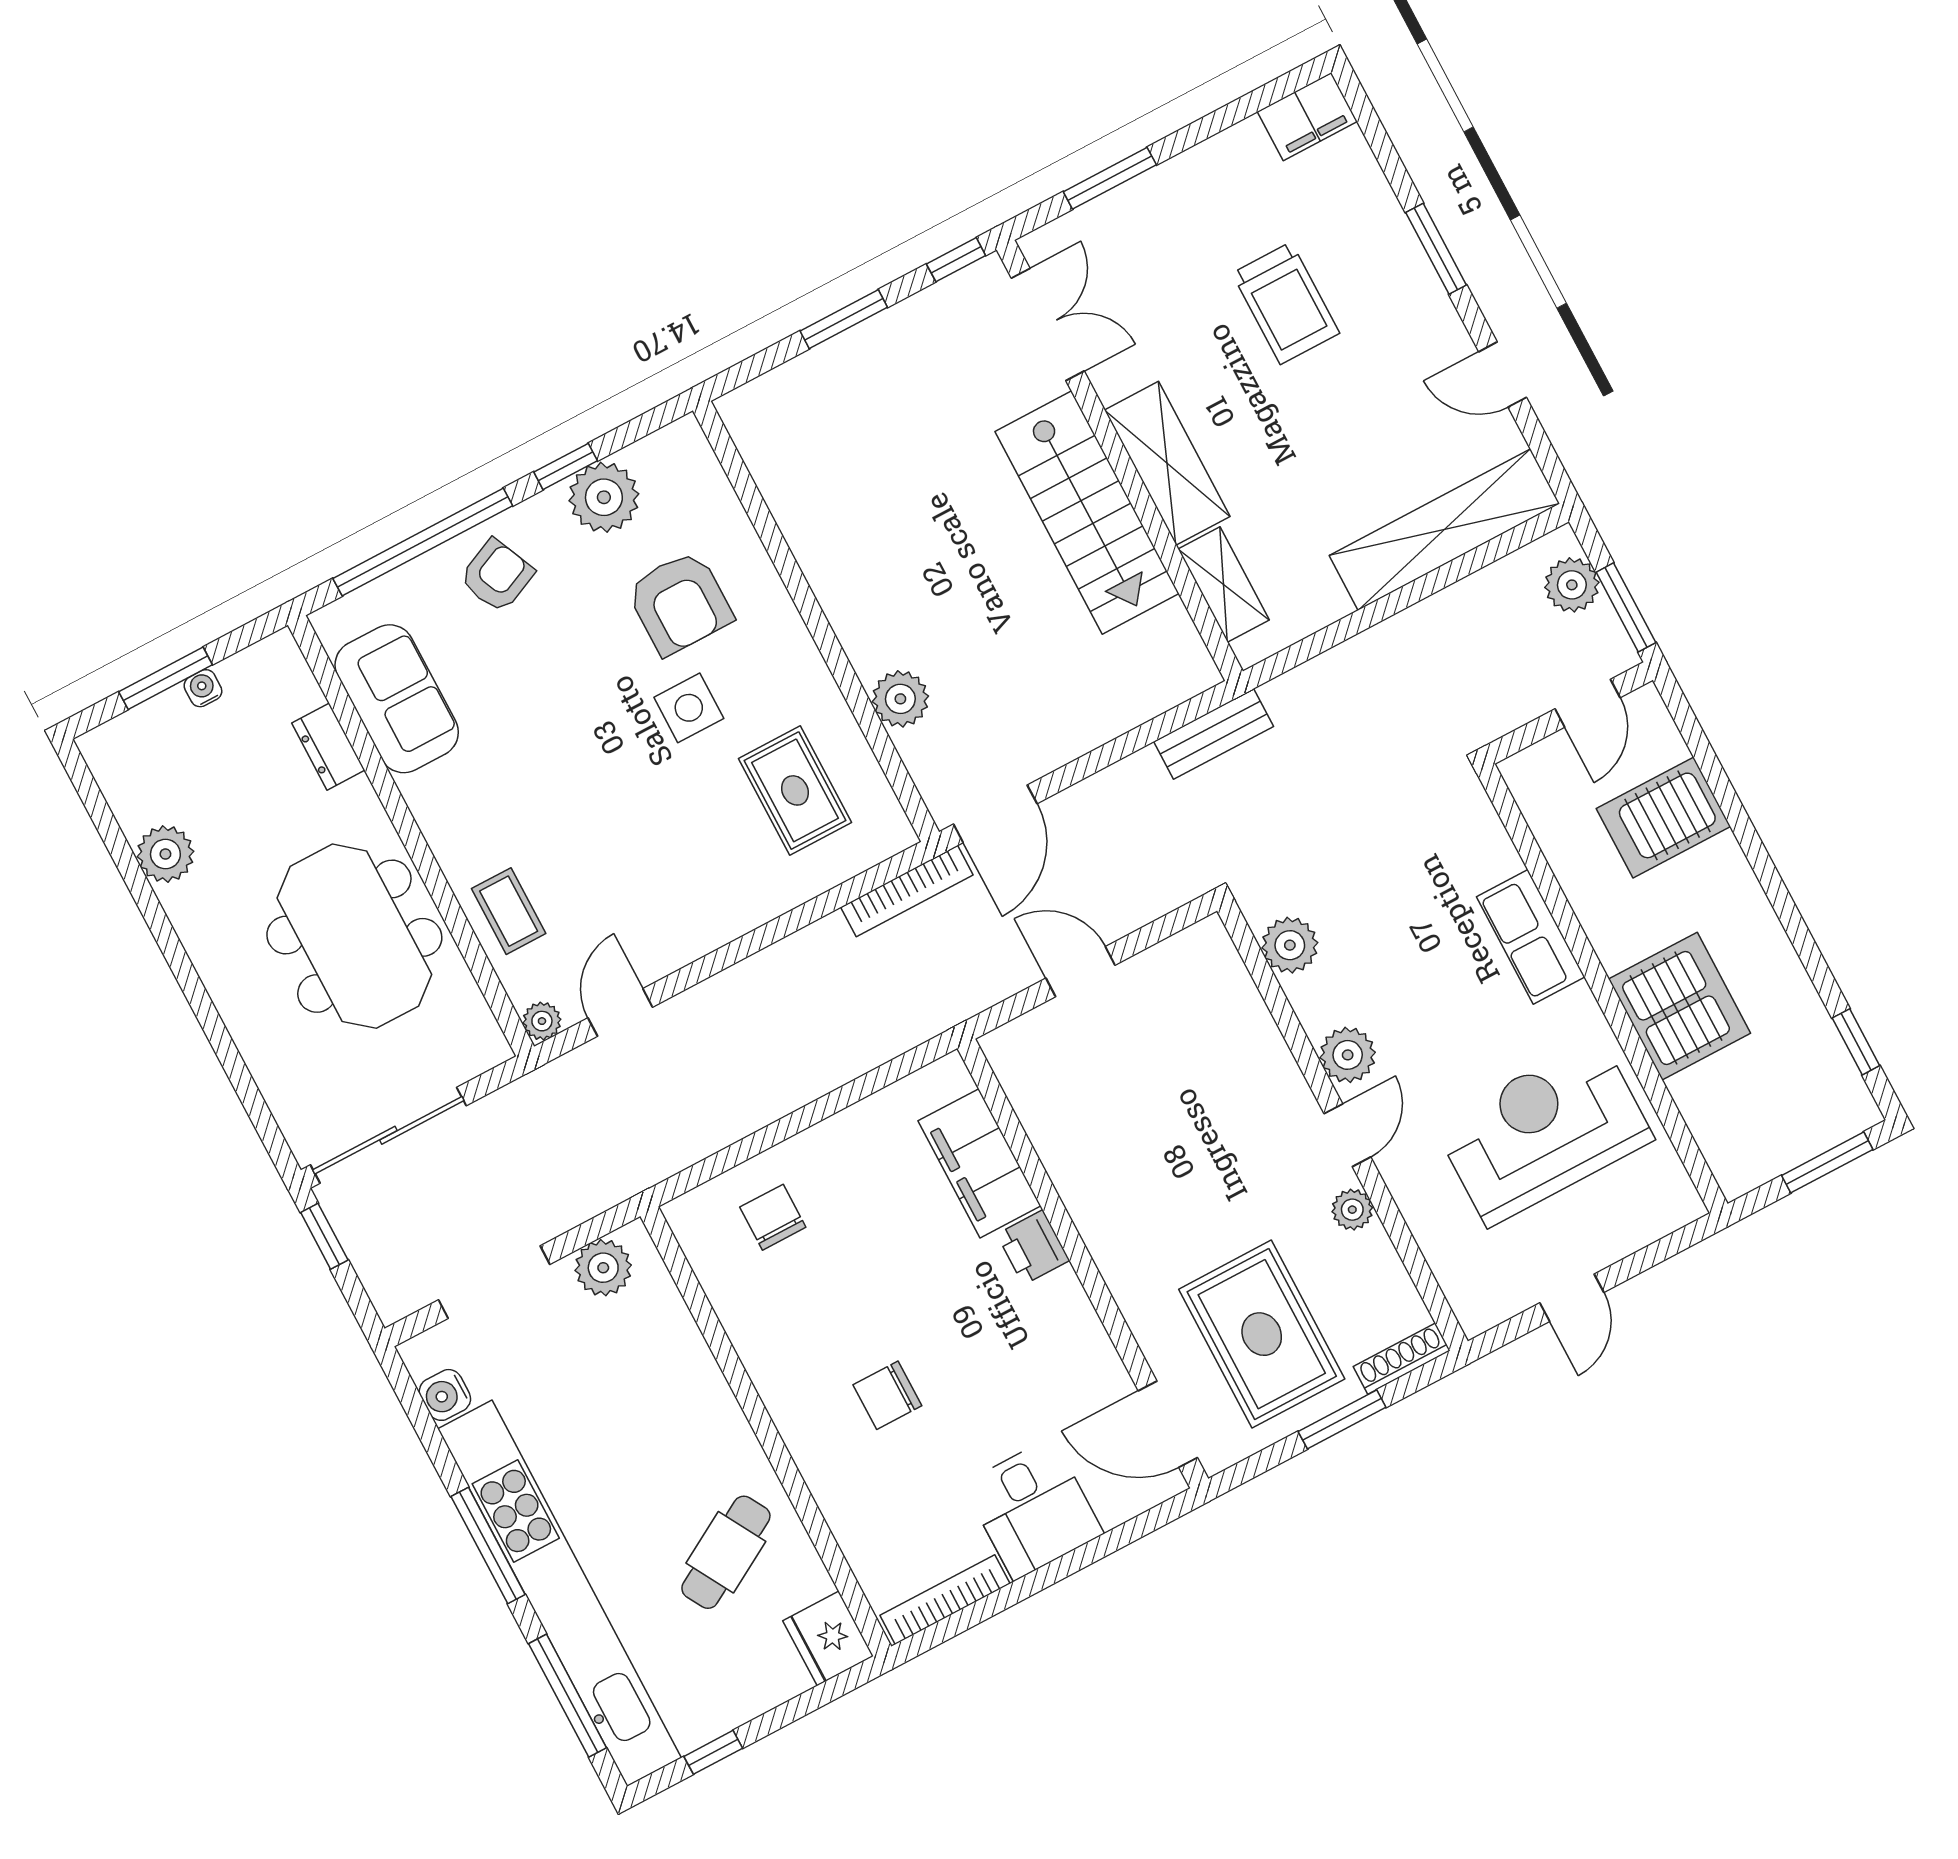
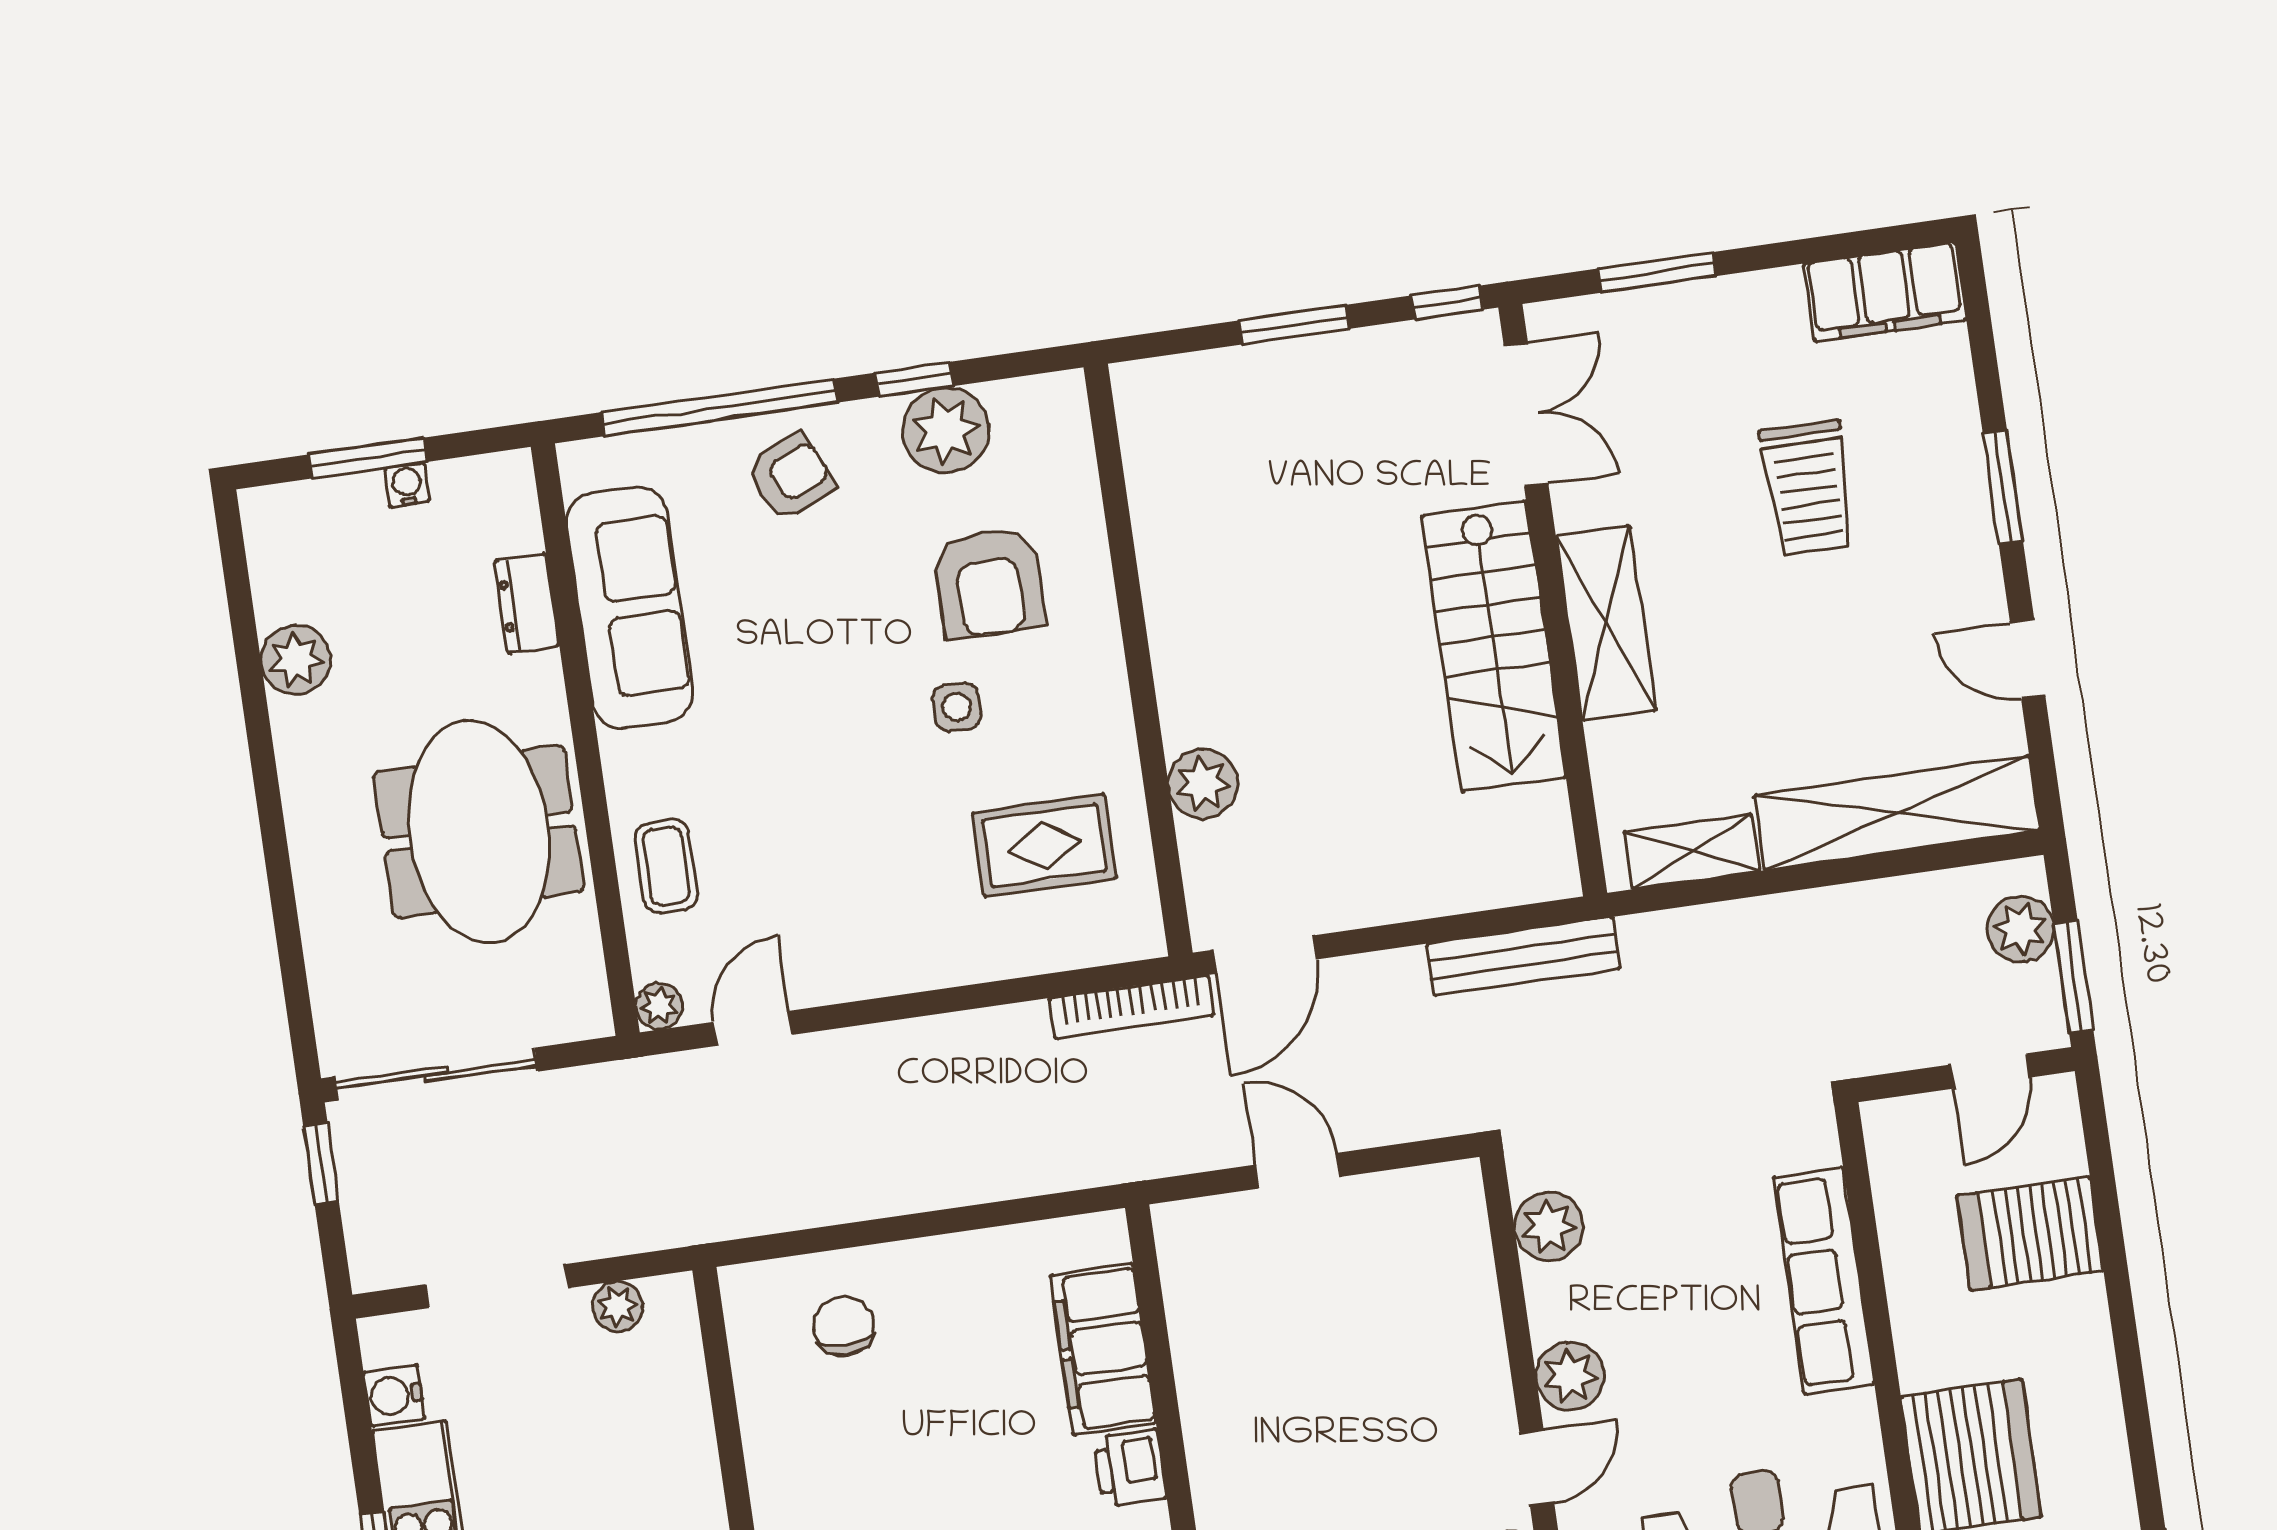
filing cabinet: (1307, 117) -> (1885, 292), width x1.50, depth x1.17
shelving: (1224, 584) -> (1692, 851), moved, turned 90
sofa: (397, 699) -> (630, 608), width x1.36
side table: (689, 708) -> (957, 707), width x0.73, depth x0.73
bench: (1214, 734) -> (1523, 956), width x1.36
rug: (795, 790) -> (1044, 846), turned 90
row of seats: (1531, 937) -> (1824, 1281), width x1.48
plant: (603, 1268) -> (618, 1306), width x0.73, depth x0.73

